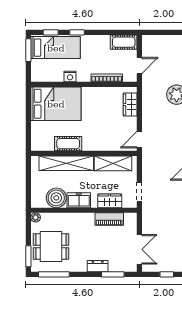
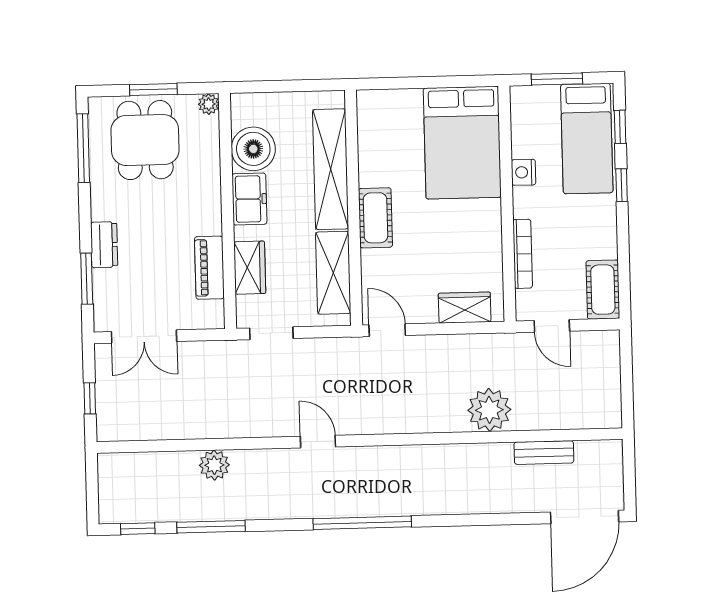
window: (28, 50) -> (557, 79), moved
cot: (68, 144) -> (375, 218), moved
window: (28, 256) -> (153, 90), moved

